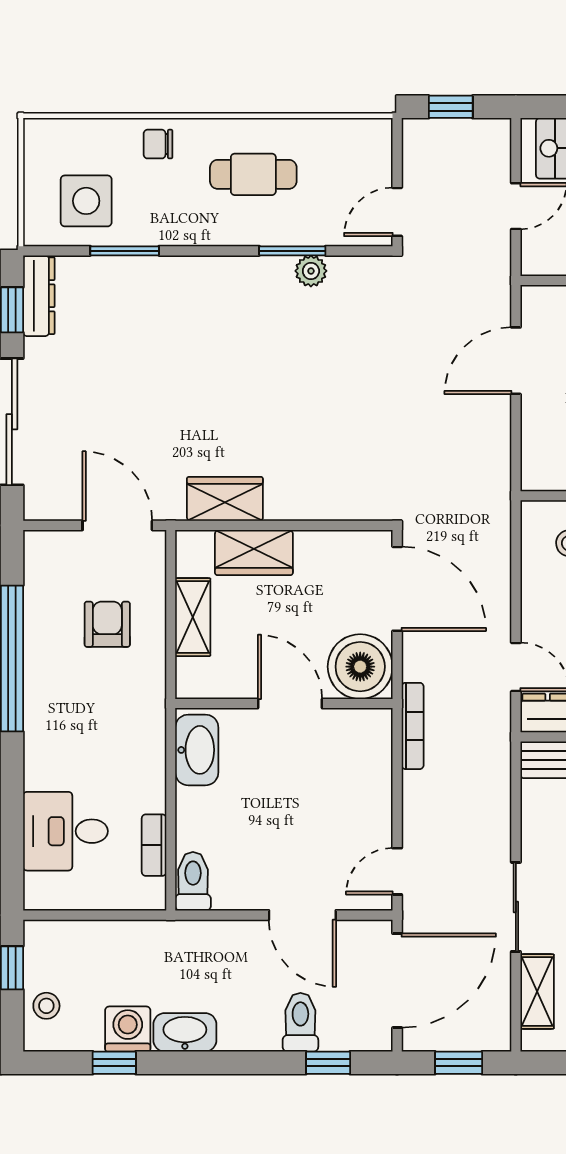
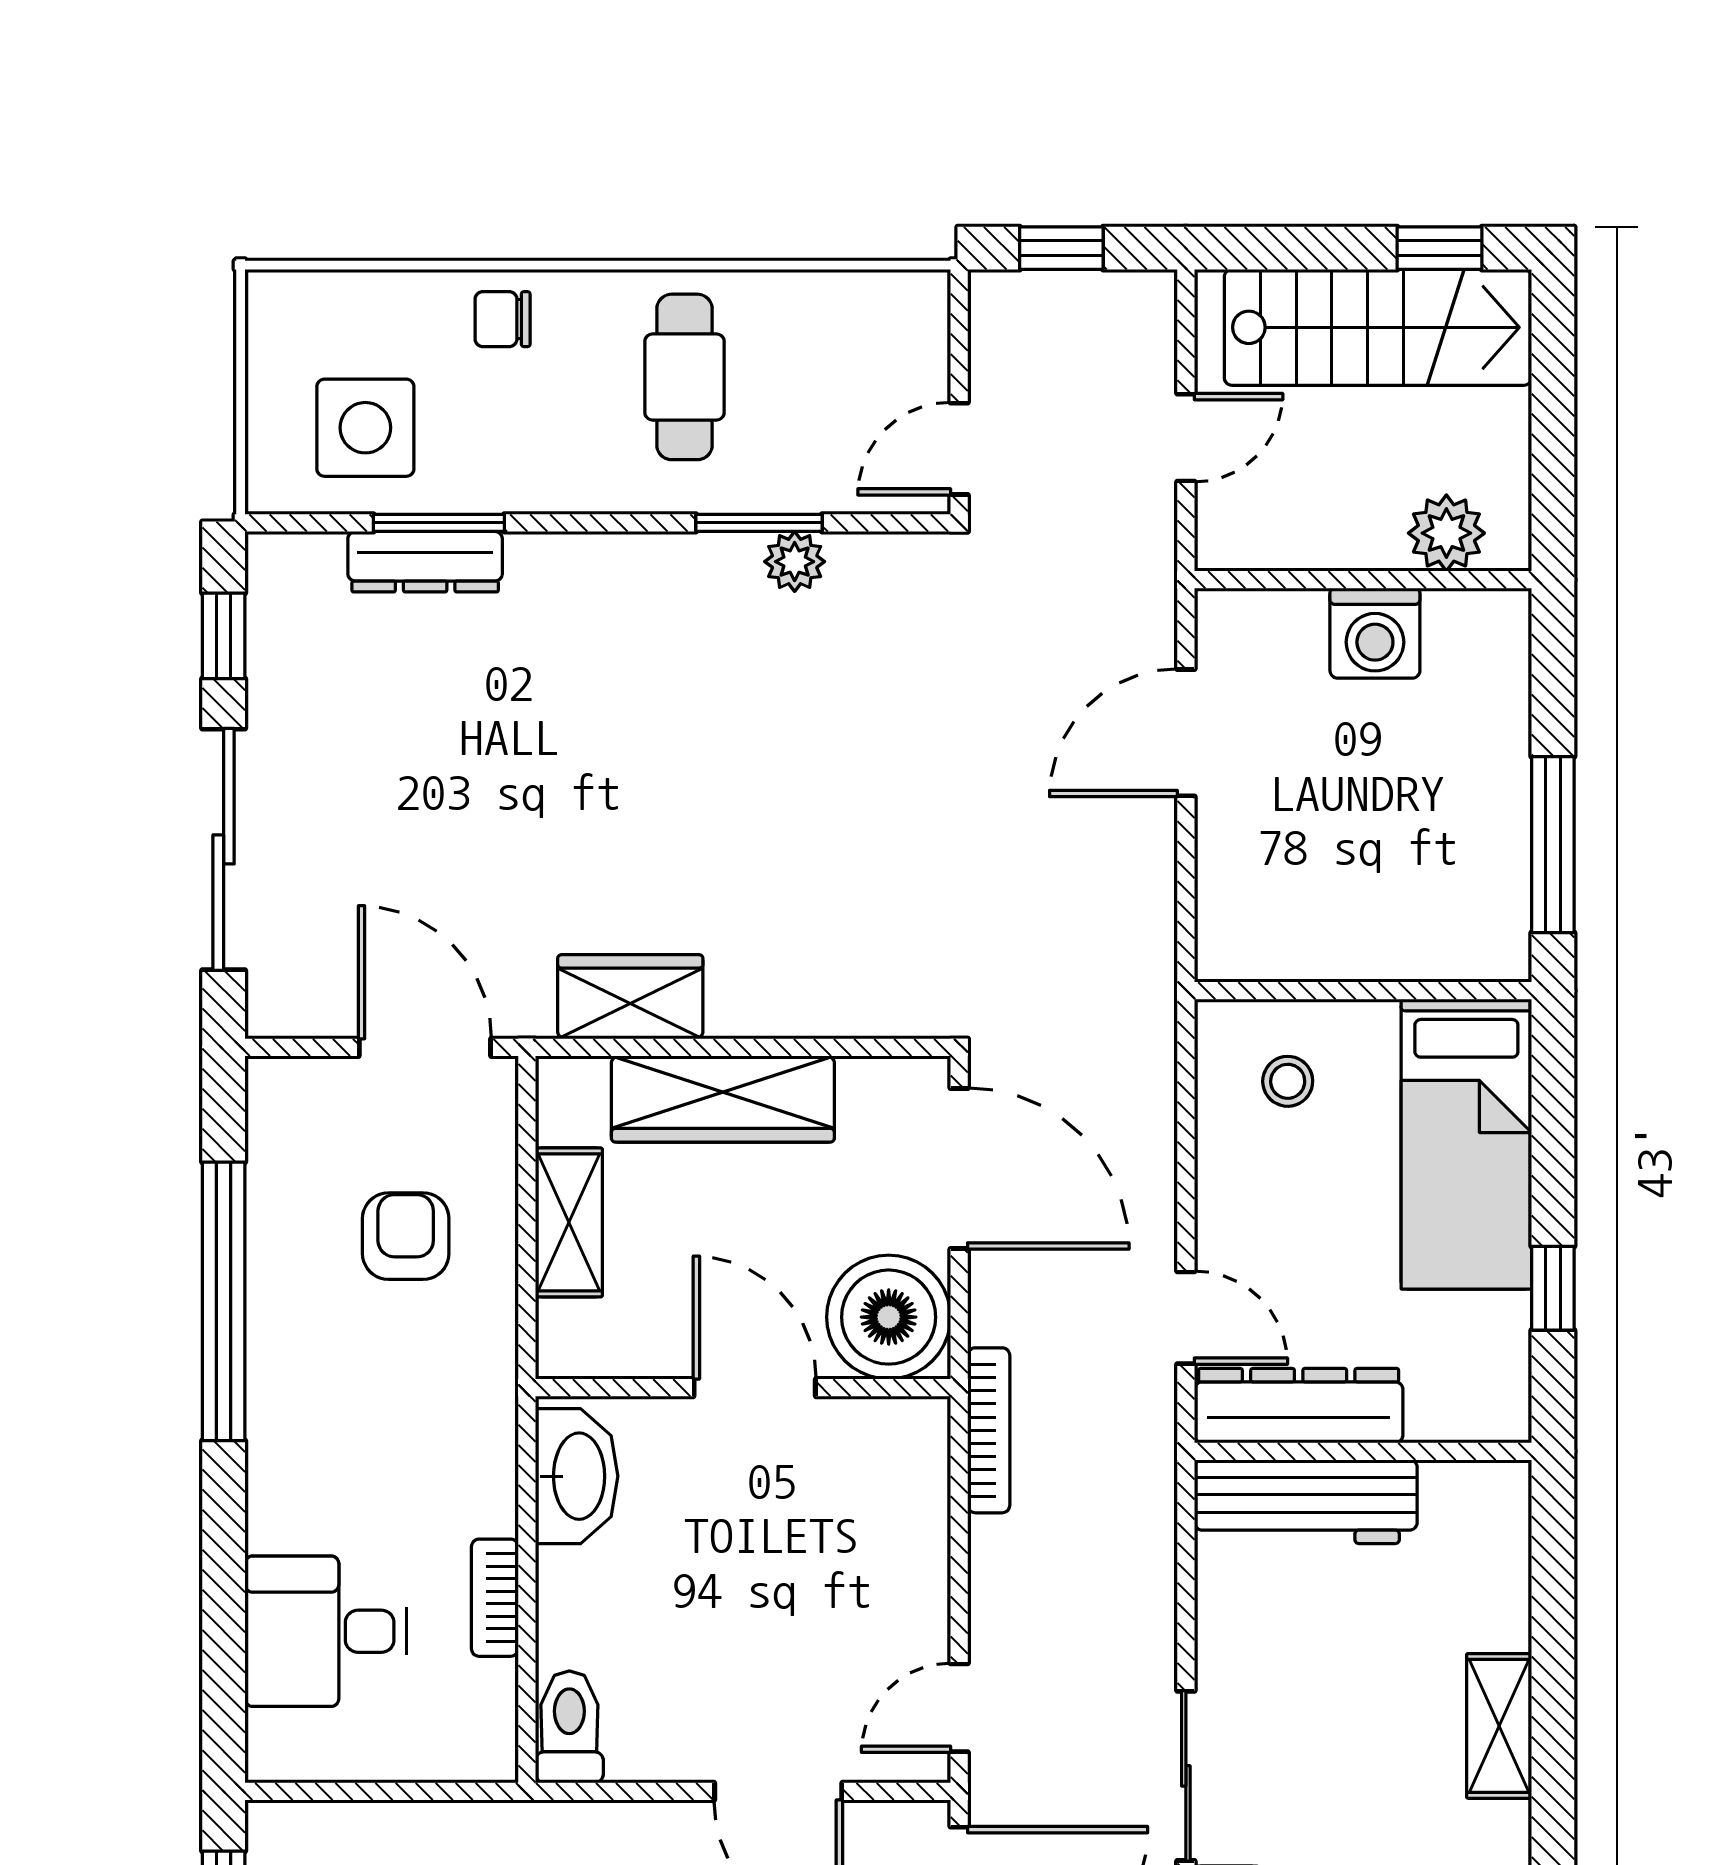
cafe table: (253, 174) -> (685, 377), turned 90
dresser: (39, 296) -> (425, 562), moved, turned 90
wardrobe: (254, 552) -> (723, 1099), width x1.50
bookcase: (154, 845) -> (495, 1598), moved

